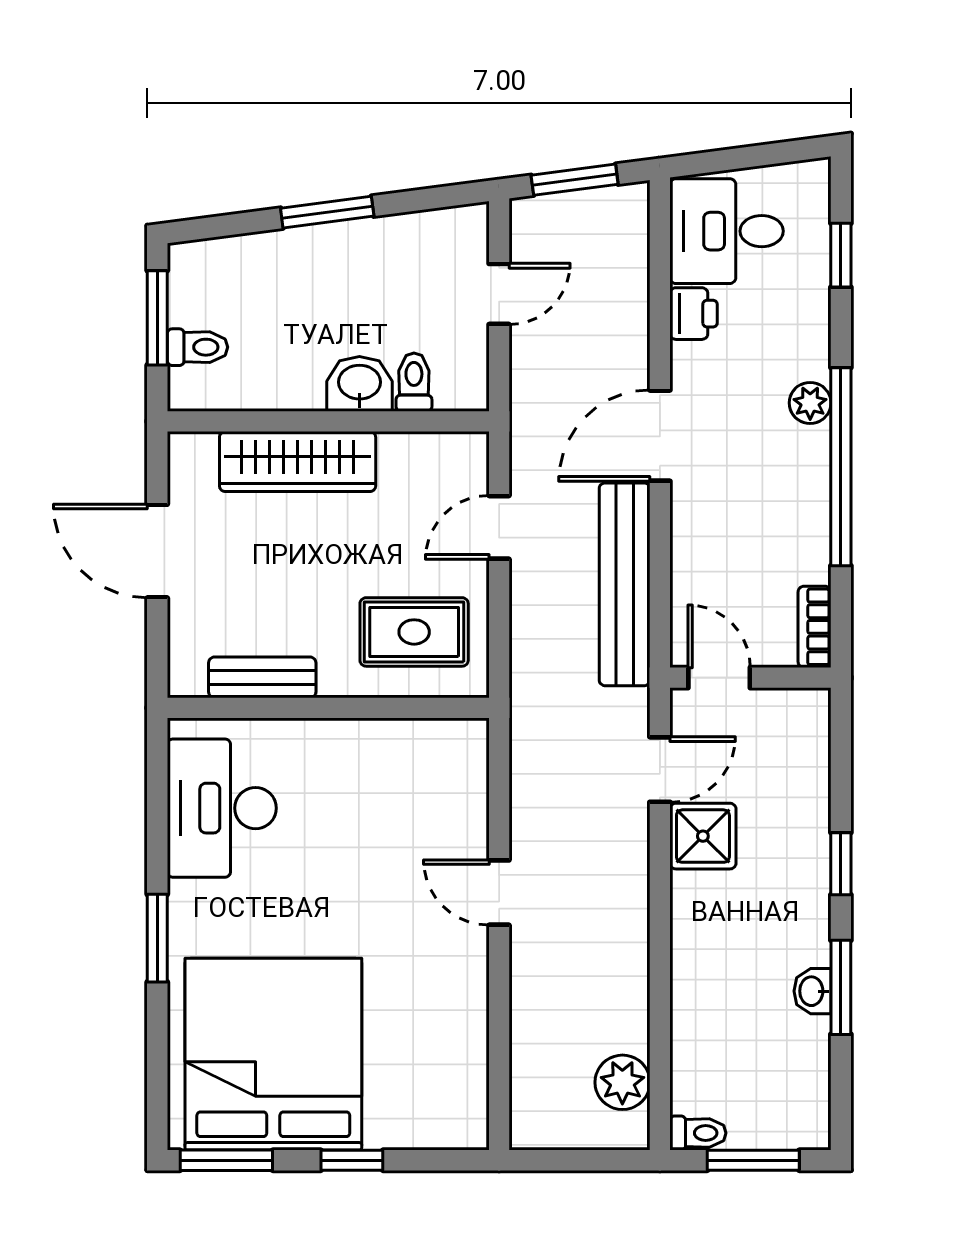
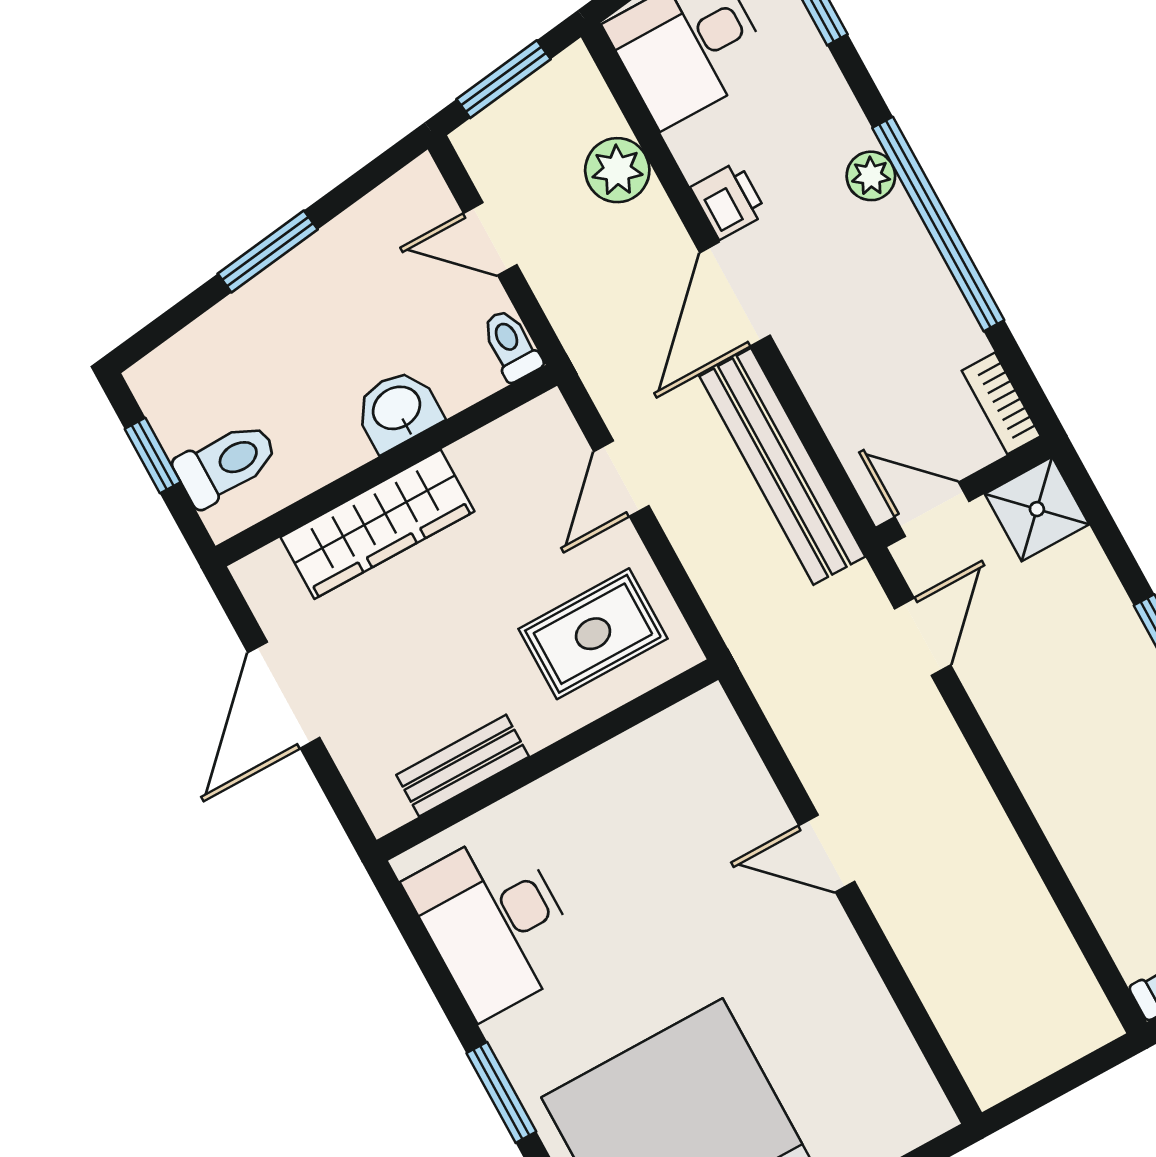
door: (499, 294) -> (490, 239), swing flipped
printer: (694, 314) -> (729, 200), moved
window: (157, 318) -> (153, 456), width x0.67
toilet: (197, 347) -> (226, 464), width x1.37, depth x1.39
toilet: (414, 382) -> (511, 345), moved
door: (157, 551) -> (284, 695), hinge flipped
shower: (703, 836) -> (1037, 509), moved
plant: (622, 1082) -> (617, 170), moved

